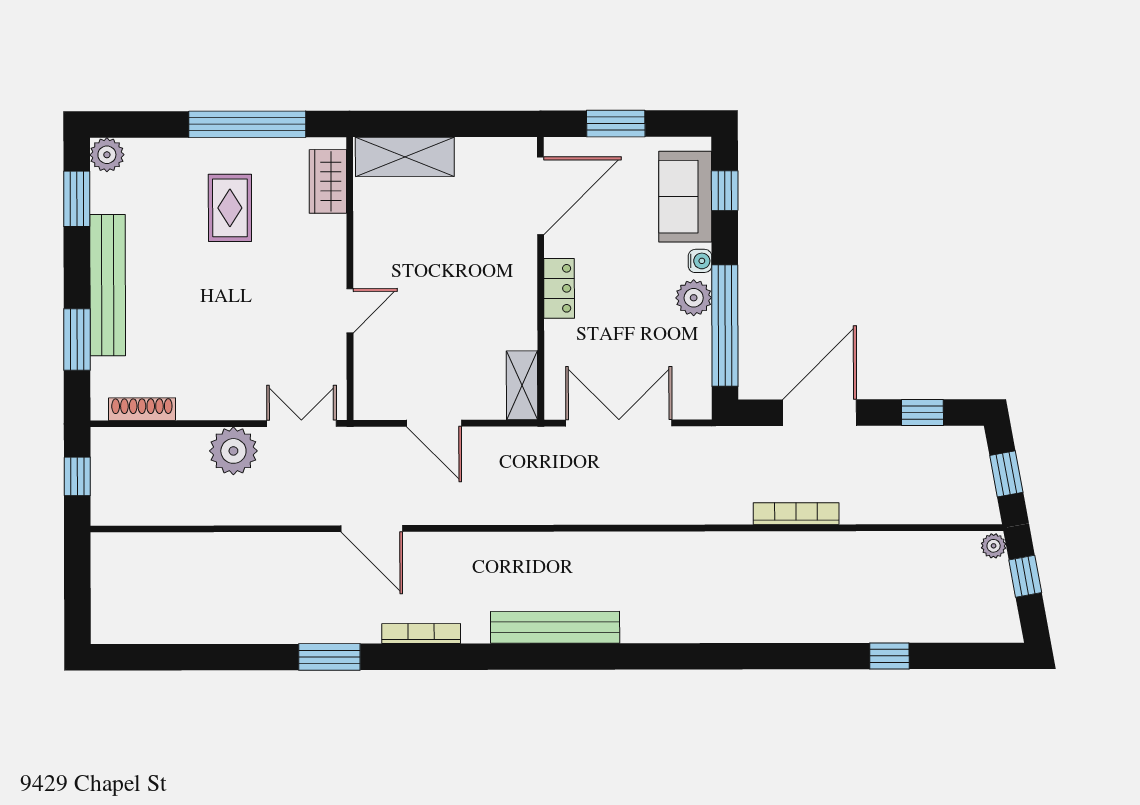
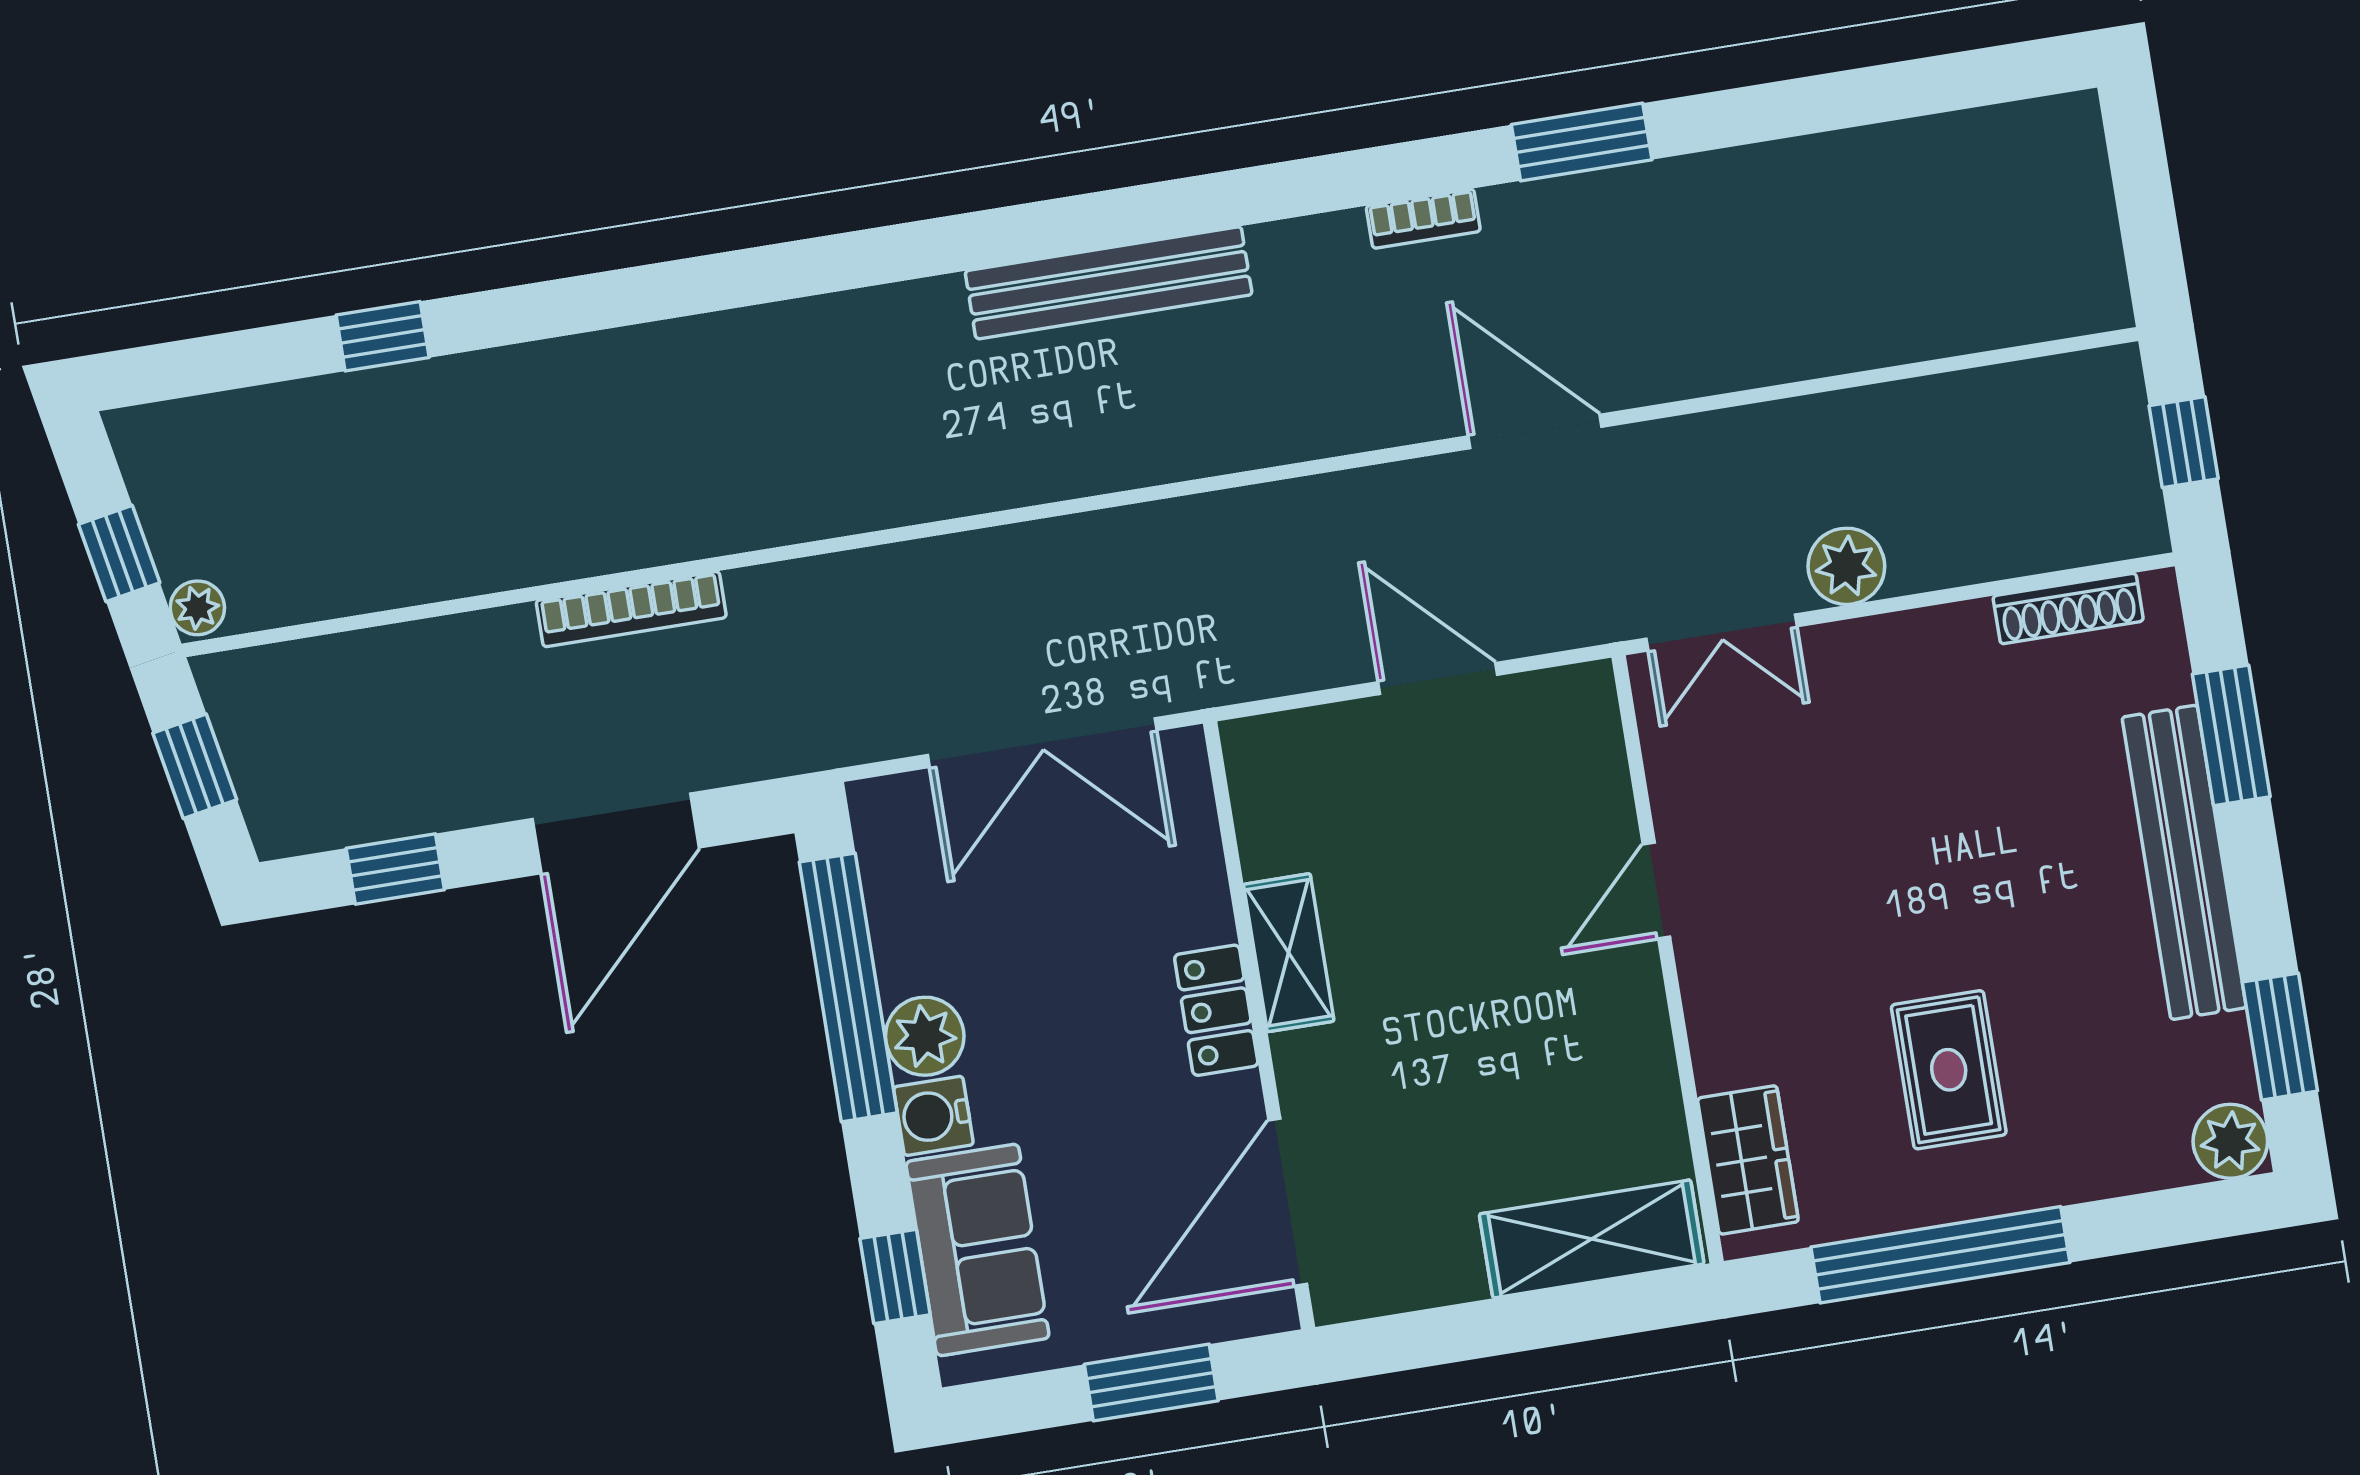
water cooler: (700, 261) -> (933, 1116), width x1.38, depth x1.38
shelving: (522, 385) -> (1289, 953), moved
plant: (233, 451) -> (1846, 566), width x0.73, depth x0.73
bookcase: (421, 634) -> (1423, 219), width x0.64

